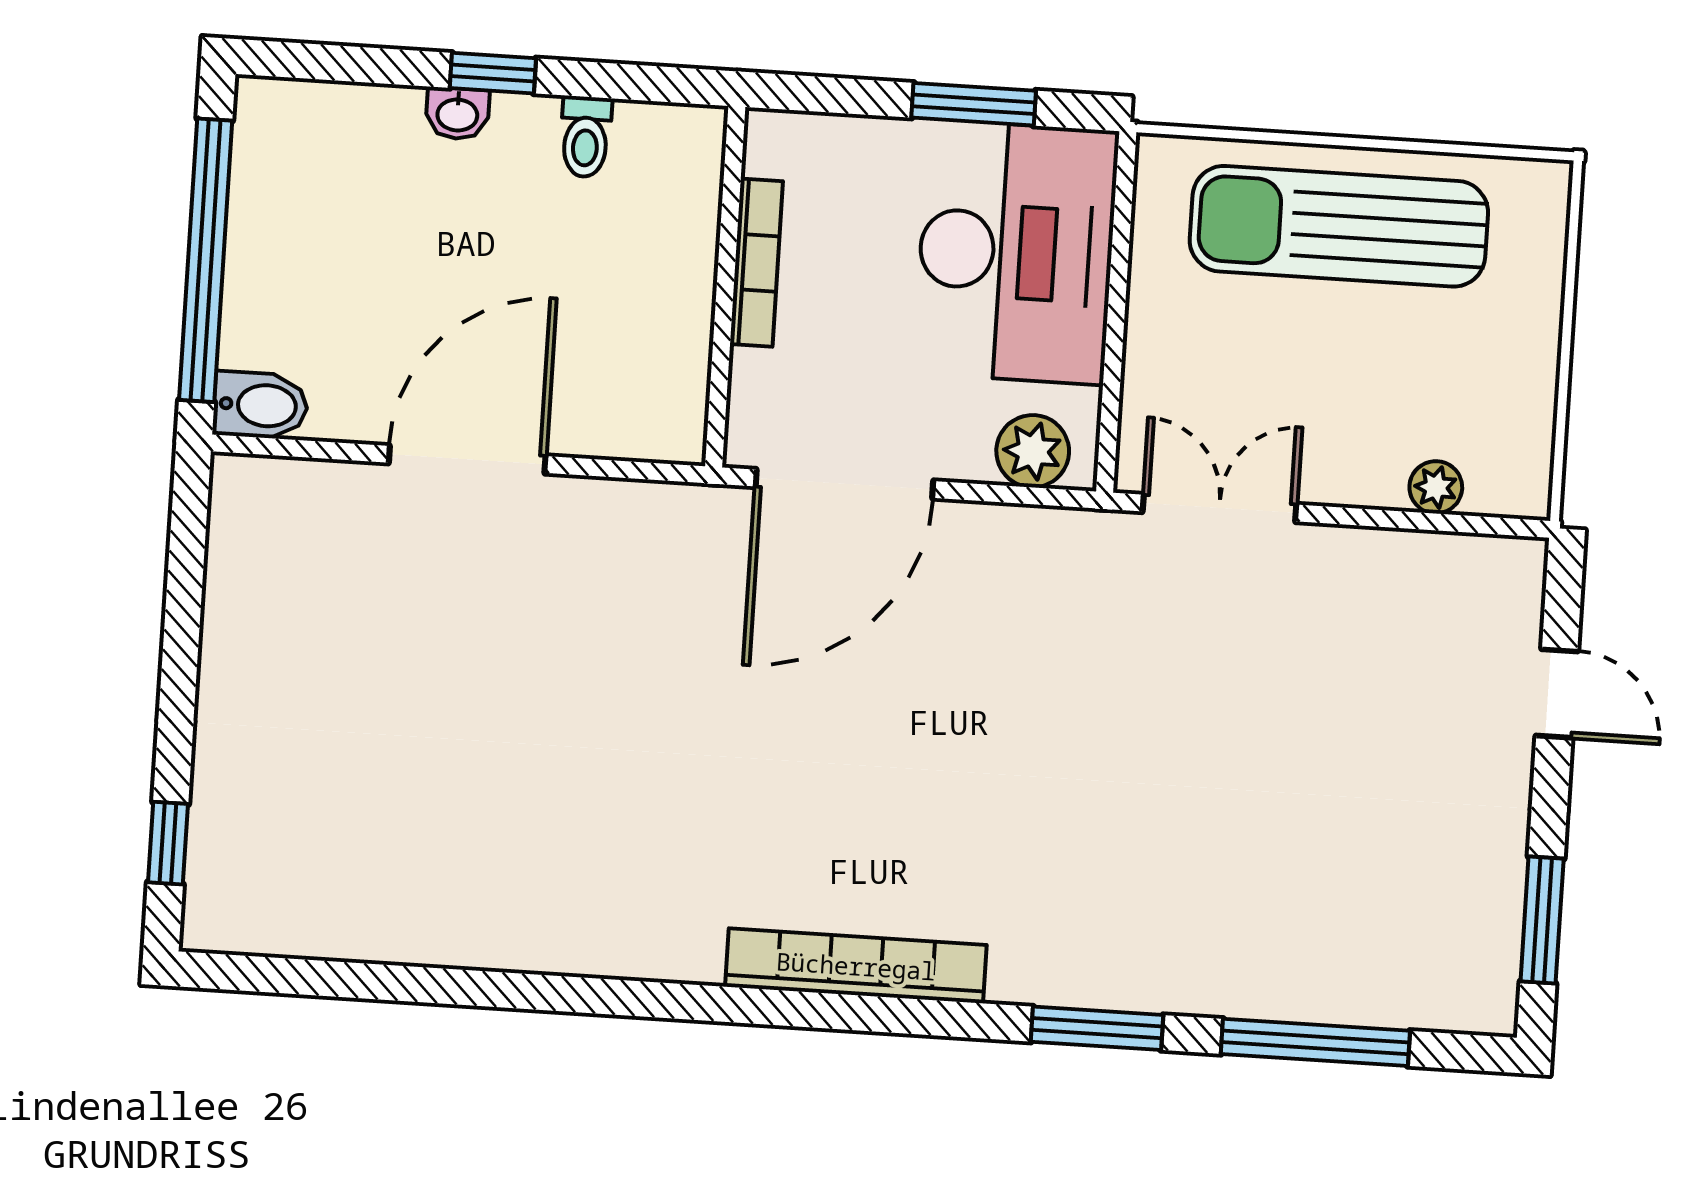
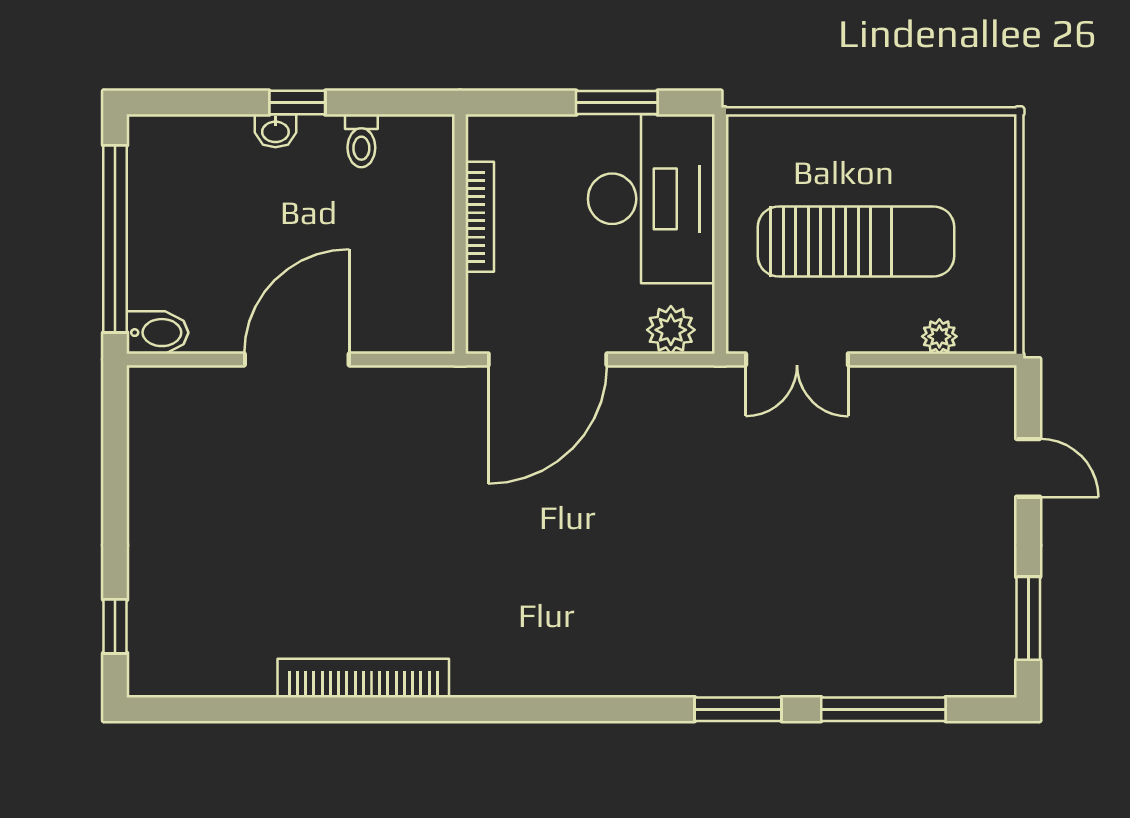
sun lounger: (1339, 226) -> (856, 242), moved, turned 180
double door: (1219, 508) -> (797, 359), swing flipped
bookcase: (856, 966) -> (363, 678), moved

